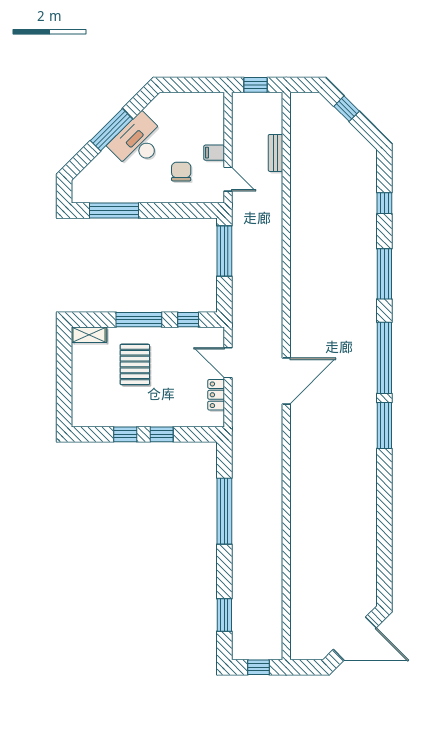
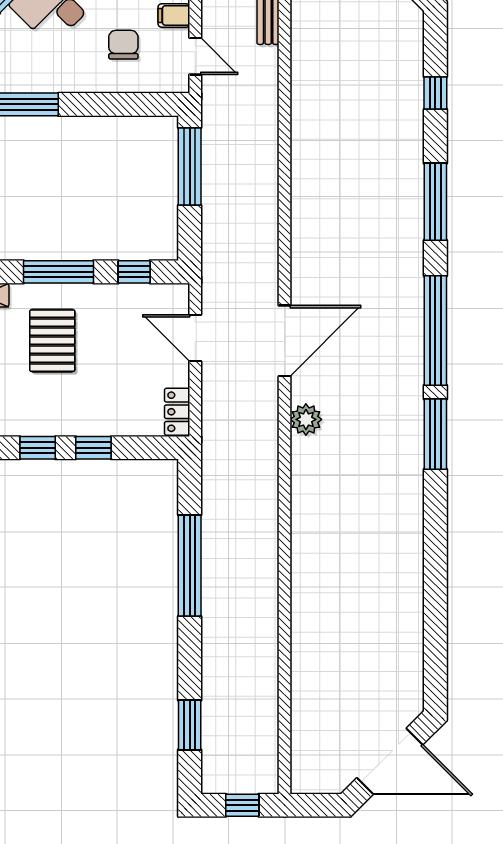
door: (286, 381) -> (285, 341), moved
locker: (216, 395) -> (177, 412), moved
plant: (300, 416) -> (306, 419), added

